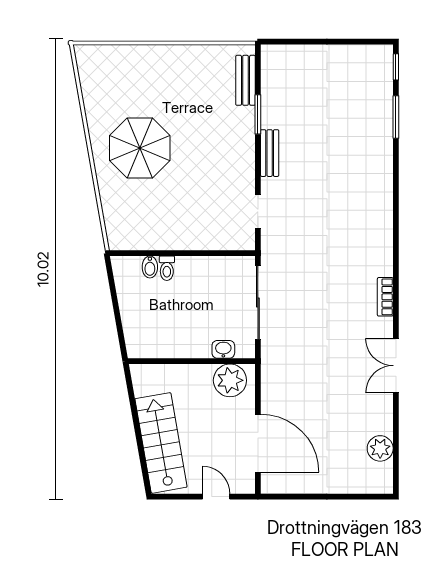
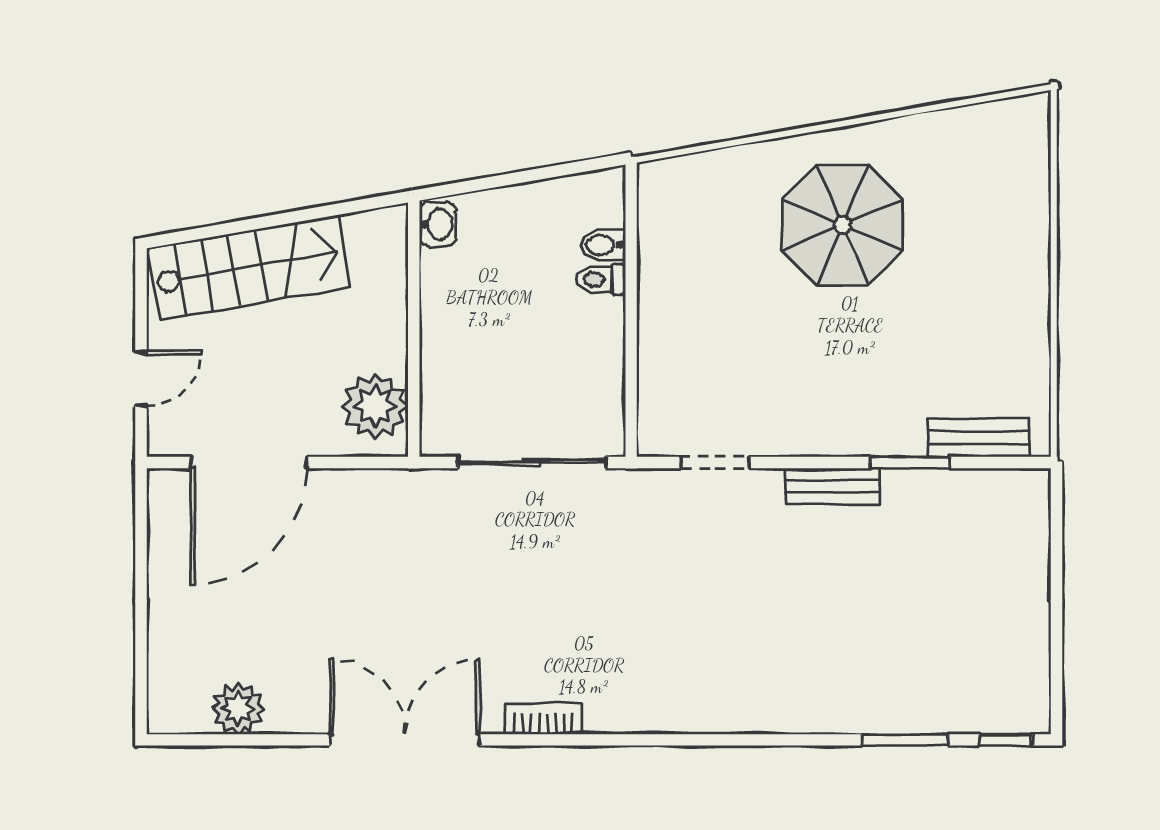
washbasin: (223, 349) -> (438, 224), moved
double door: (396, 366) -> (405, 740), width x1.37

